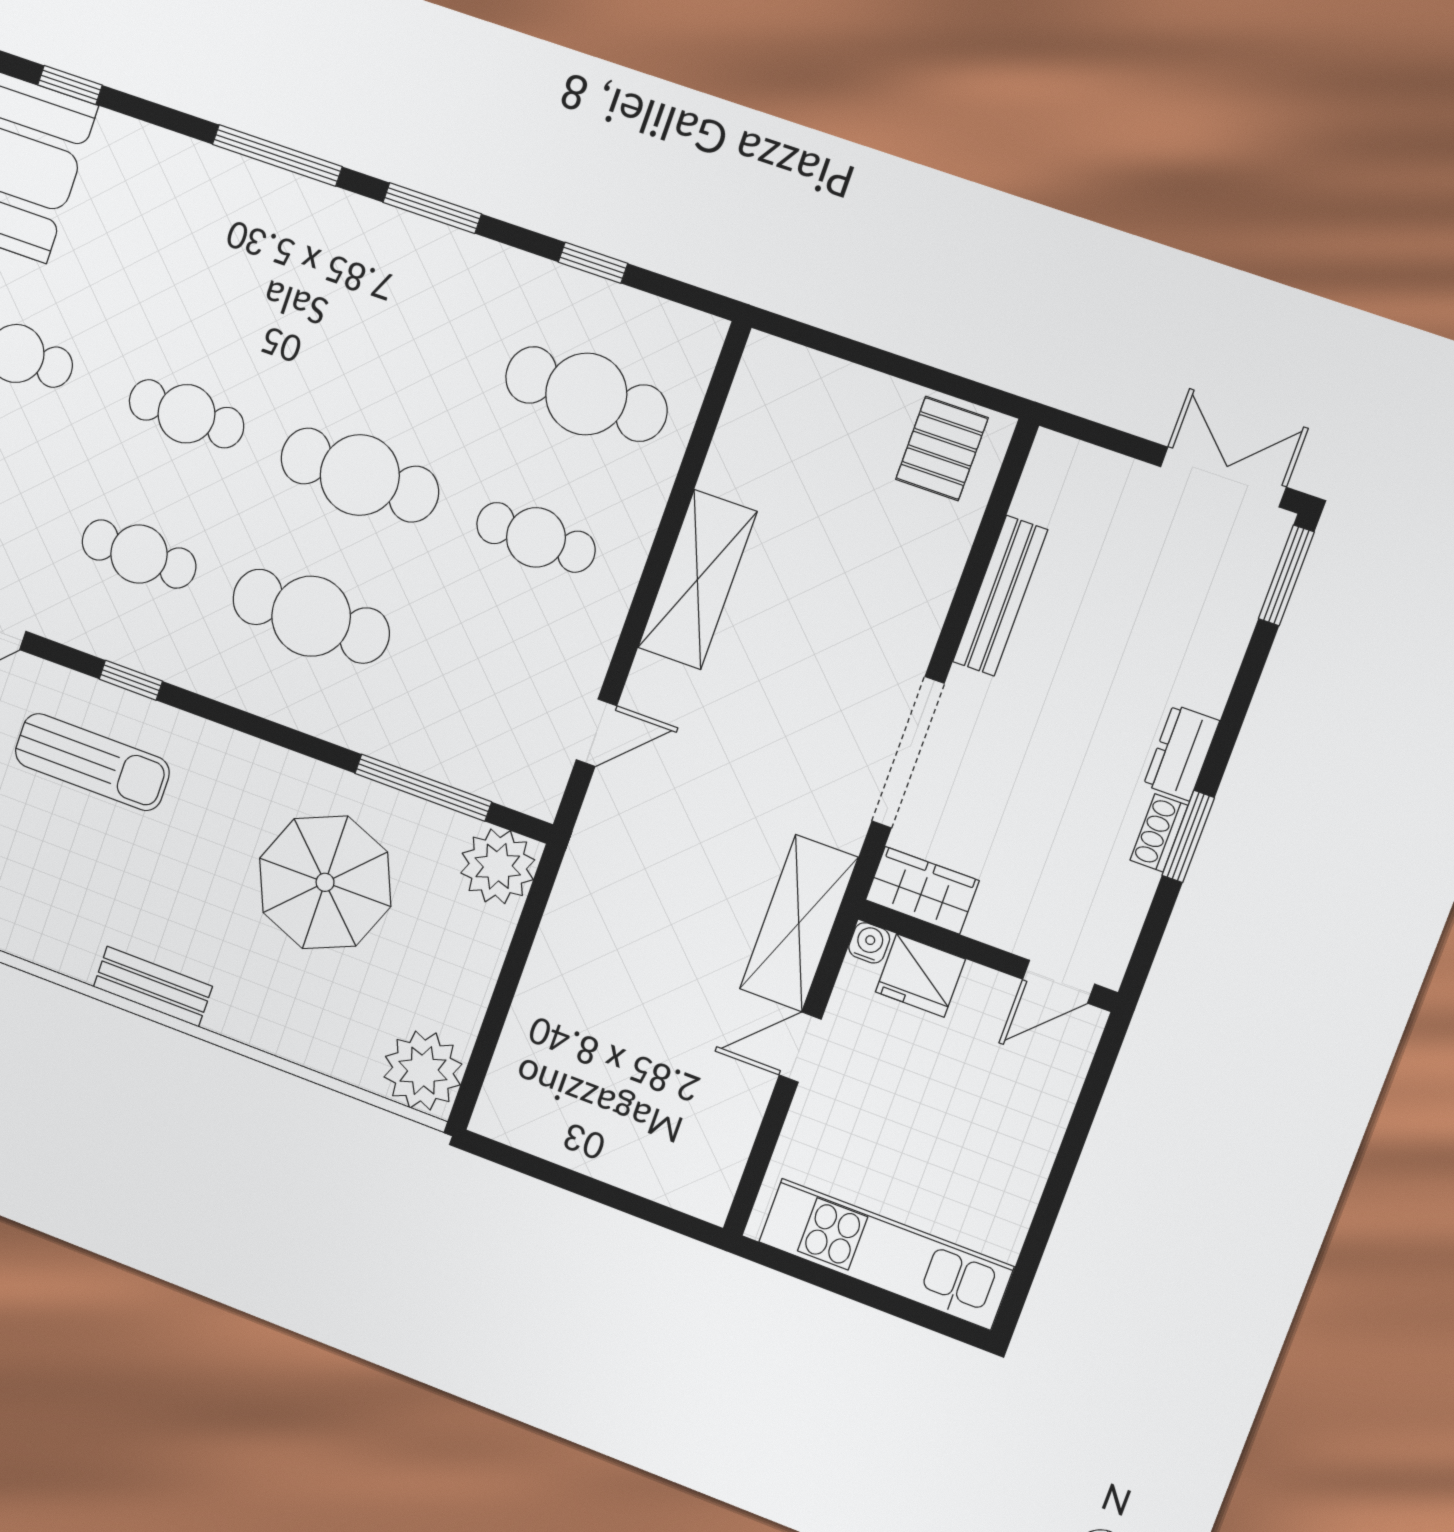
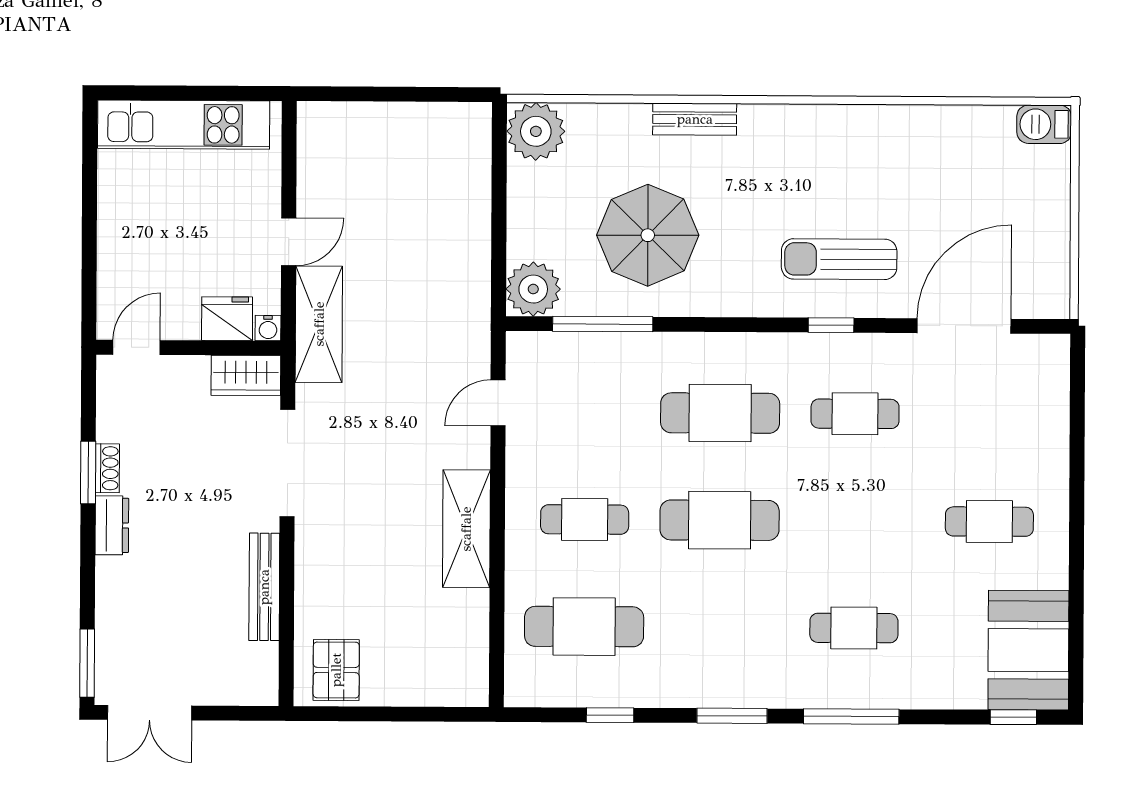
cafe table: (186, 414) -> (854, 628), moved
bench: (153, 987) -> (695, 119), moved

